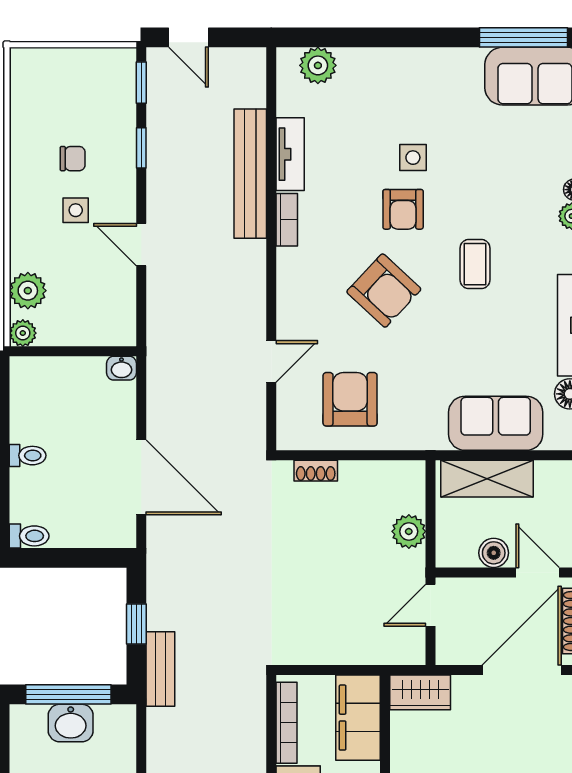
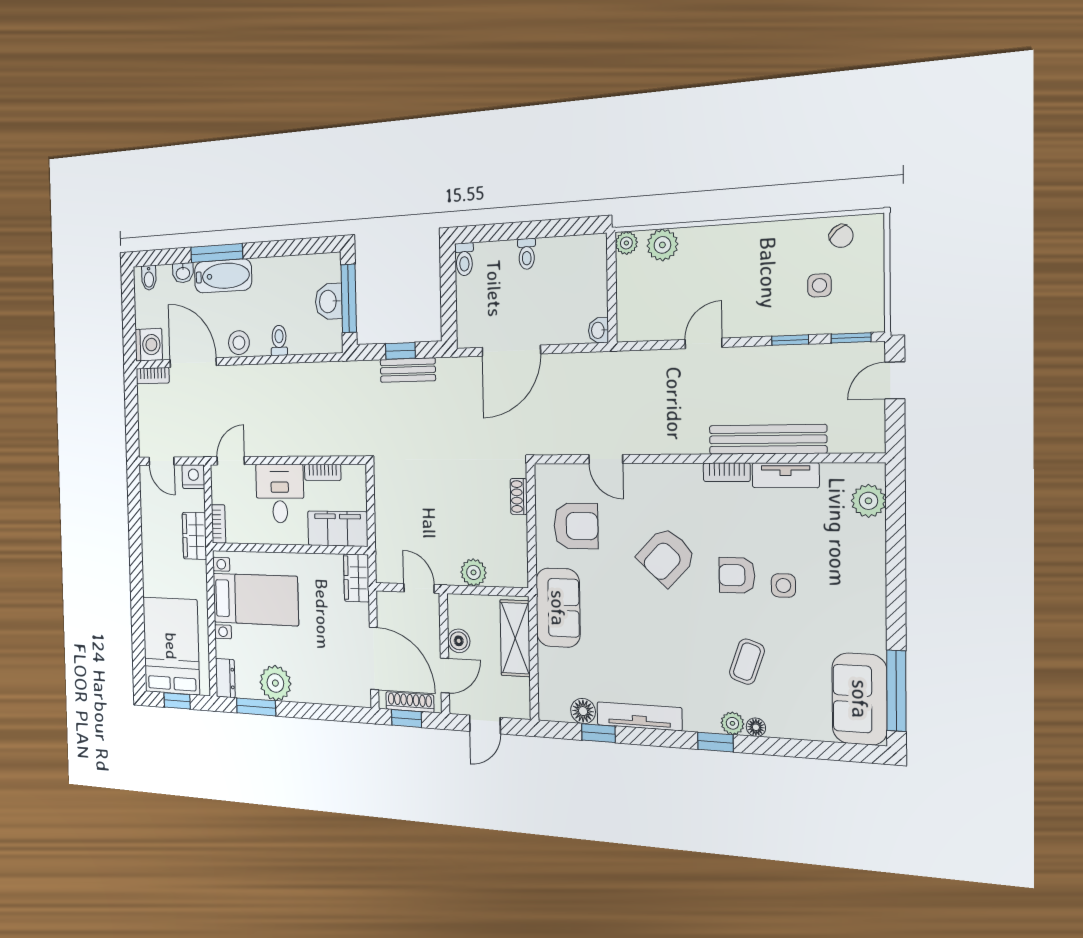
chair: (73, 159) -> (841, 236), moved, turned -40
side table: (76, 210) -> (819, 285), moved
coffee table: (475, 264) -> (747, 662), moved, turned -71
sofa: (496, 423) -> (558, 608), moved
bench: (160, 669) -> (408, 370), moved
bookcase: (287, 723) -> (323, 472), width x0.64

